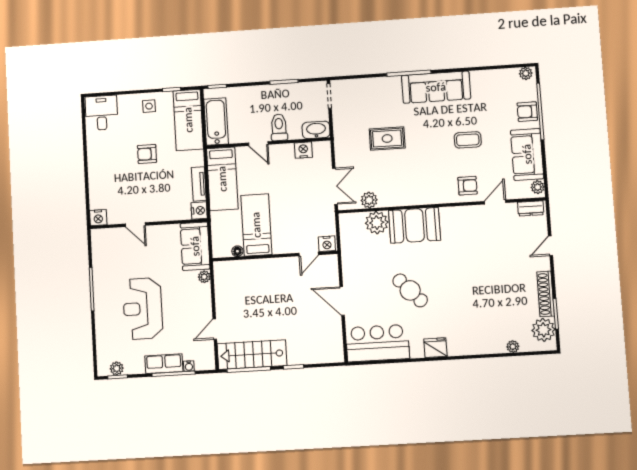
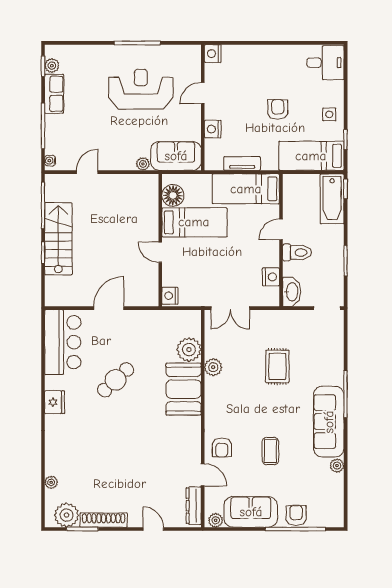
plant: (526, 73) -> (337, 466), moved
bathtub: (216, 122) -> (332, 199), moved, turned 90
plant: (369, 200) -> (213, 367), moved
dresser: (531, 208) -> (194, 506), width x1.44
nightstand: (199, 211) -> (213, 129), moved, turned 90
floor lamp: (237, 251) -> (173, 195), width x1.89, depth x1.89
door: (309, 254) -> (160, 252), moved
reception desk: (143, 309) -> (141, 89), moved
door: (215, 329) -> (87, 172), hinge flipped
stairs: (252, 355) -> (58, 239), moved
row of seats: (164, 364) -> (54, 94), moved
water cooler: (189, 366) -> (50, 161), moved

